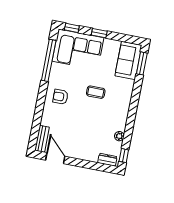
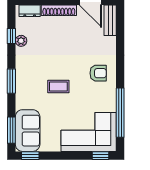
window: (99, 33) -> (30, 156), moved
window: (134, 104) -> (11, 81), added
shoe rack: (83, 155) -> (59, 10), added
window: (124, 156) -> (11, 36), moved

